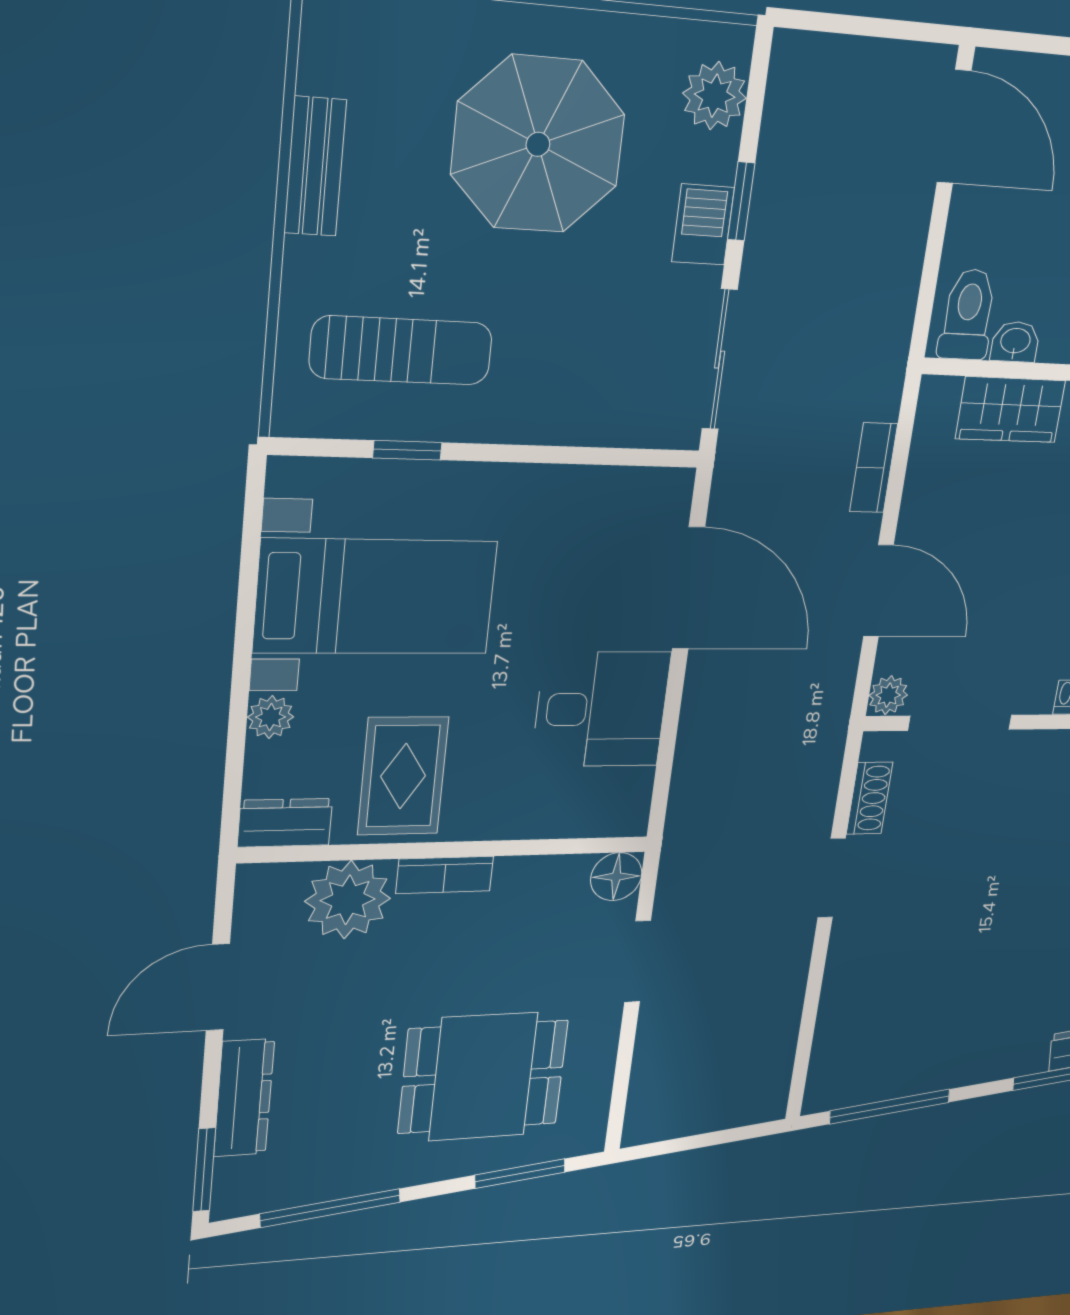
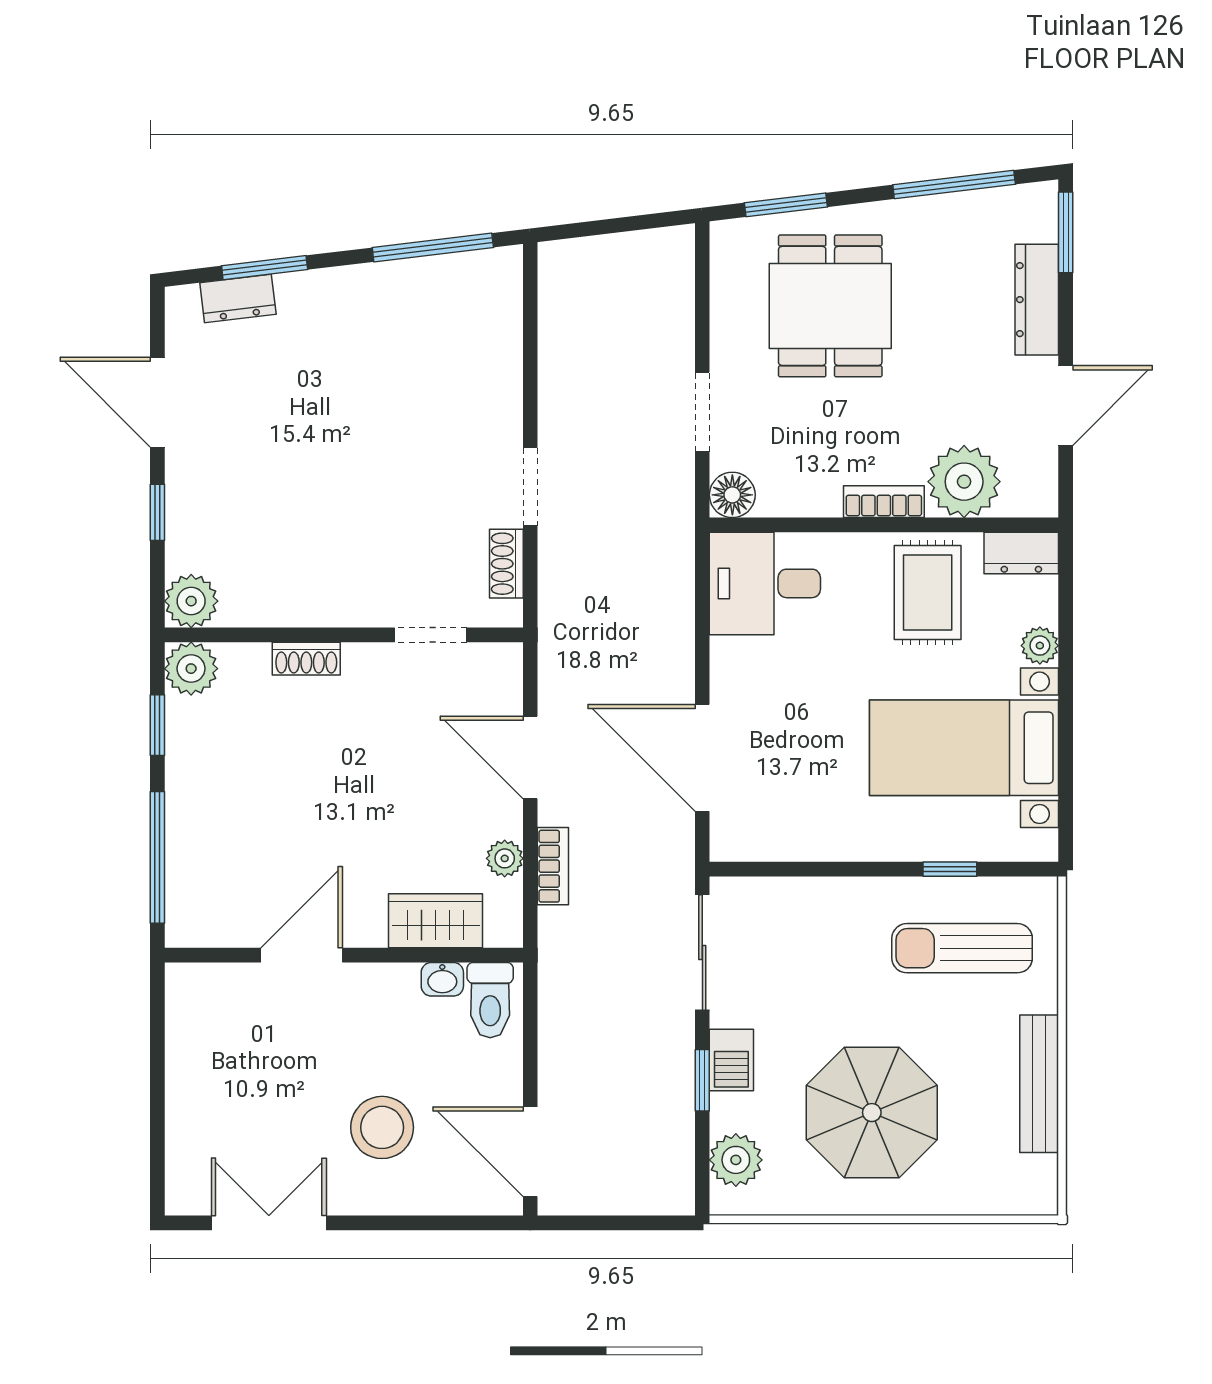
bench: (315, 167) -> (1039, 1084), width x1.36
plant: (888, 695) -> (505, 858), moved
desk: (601, 709) -> (765, 583), moved
doorway: (960, 723) -> (431, 635), width x0.73
dining table: (483, 1077) -> (830, 306), turned 90

